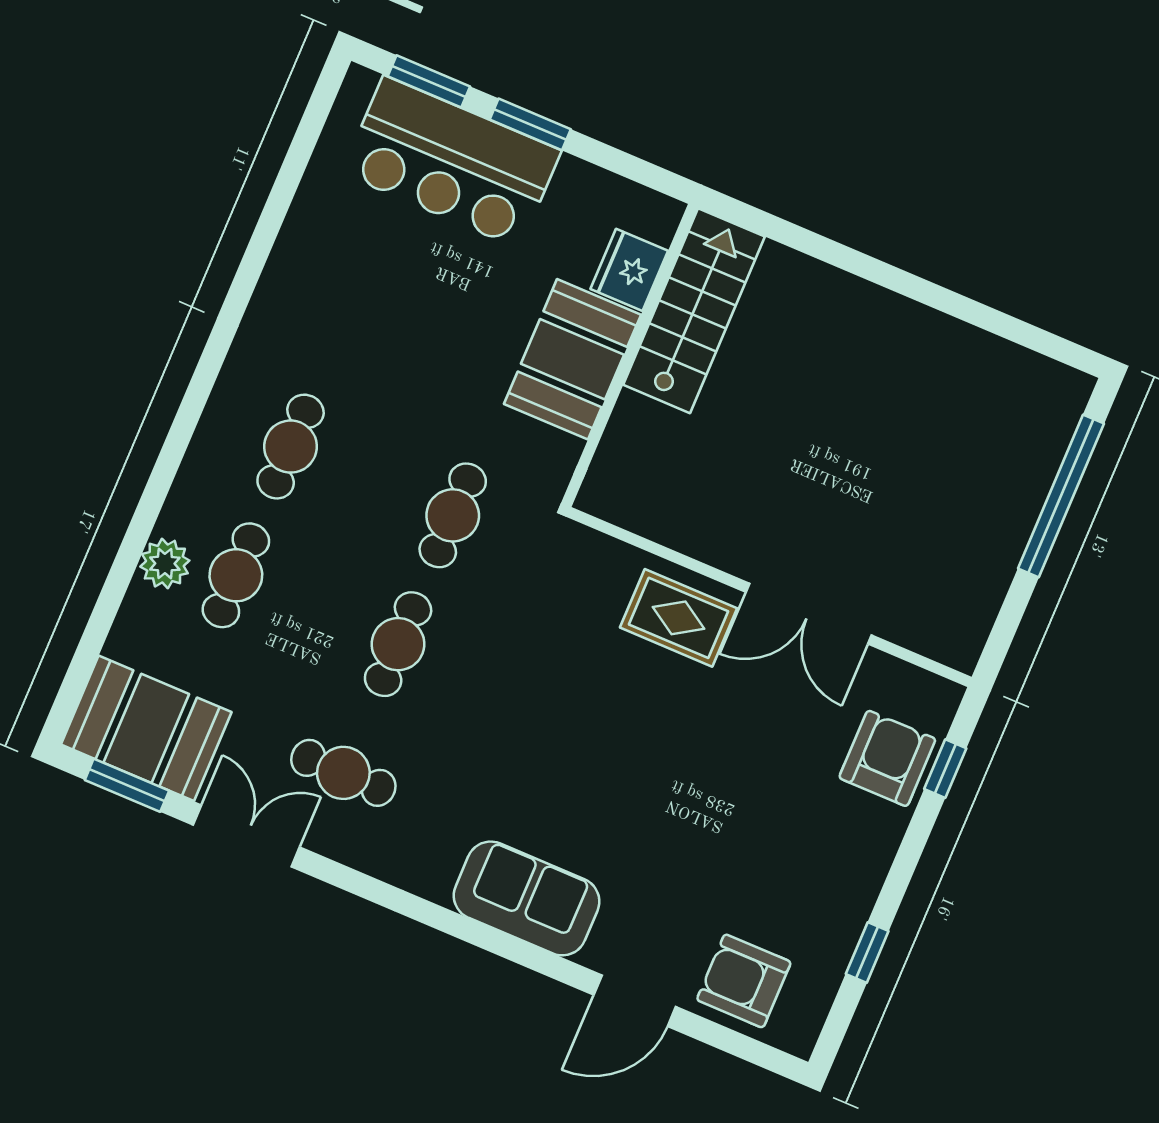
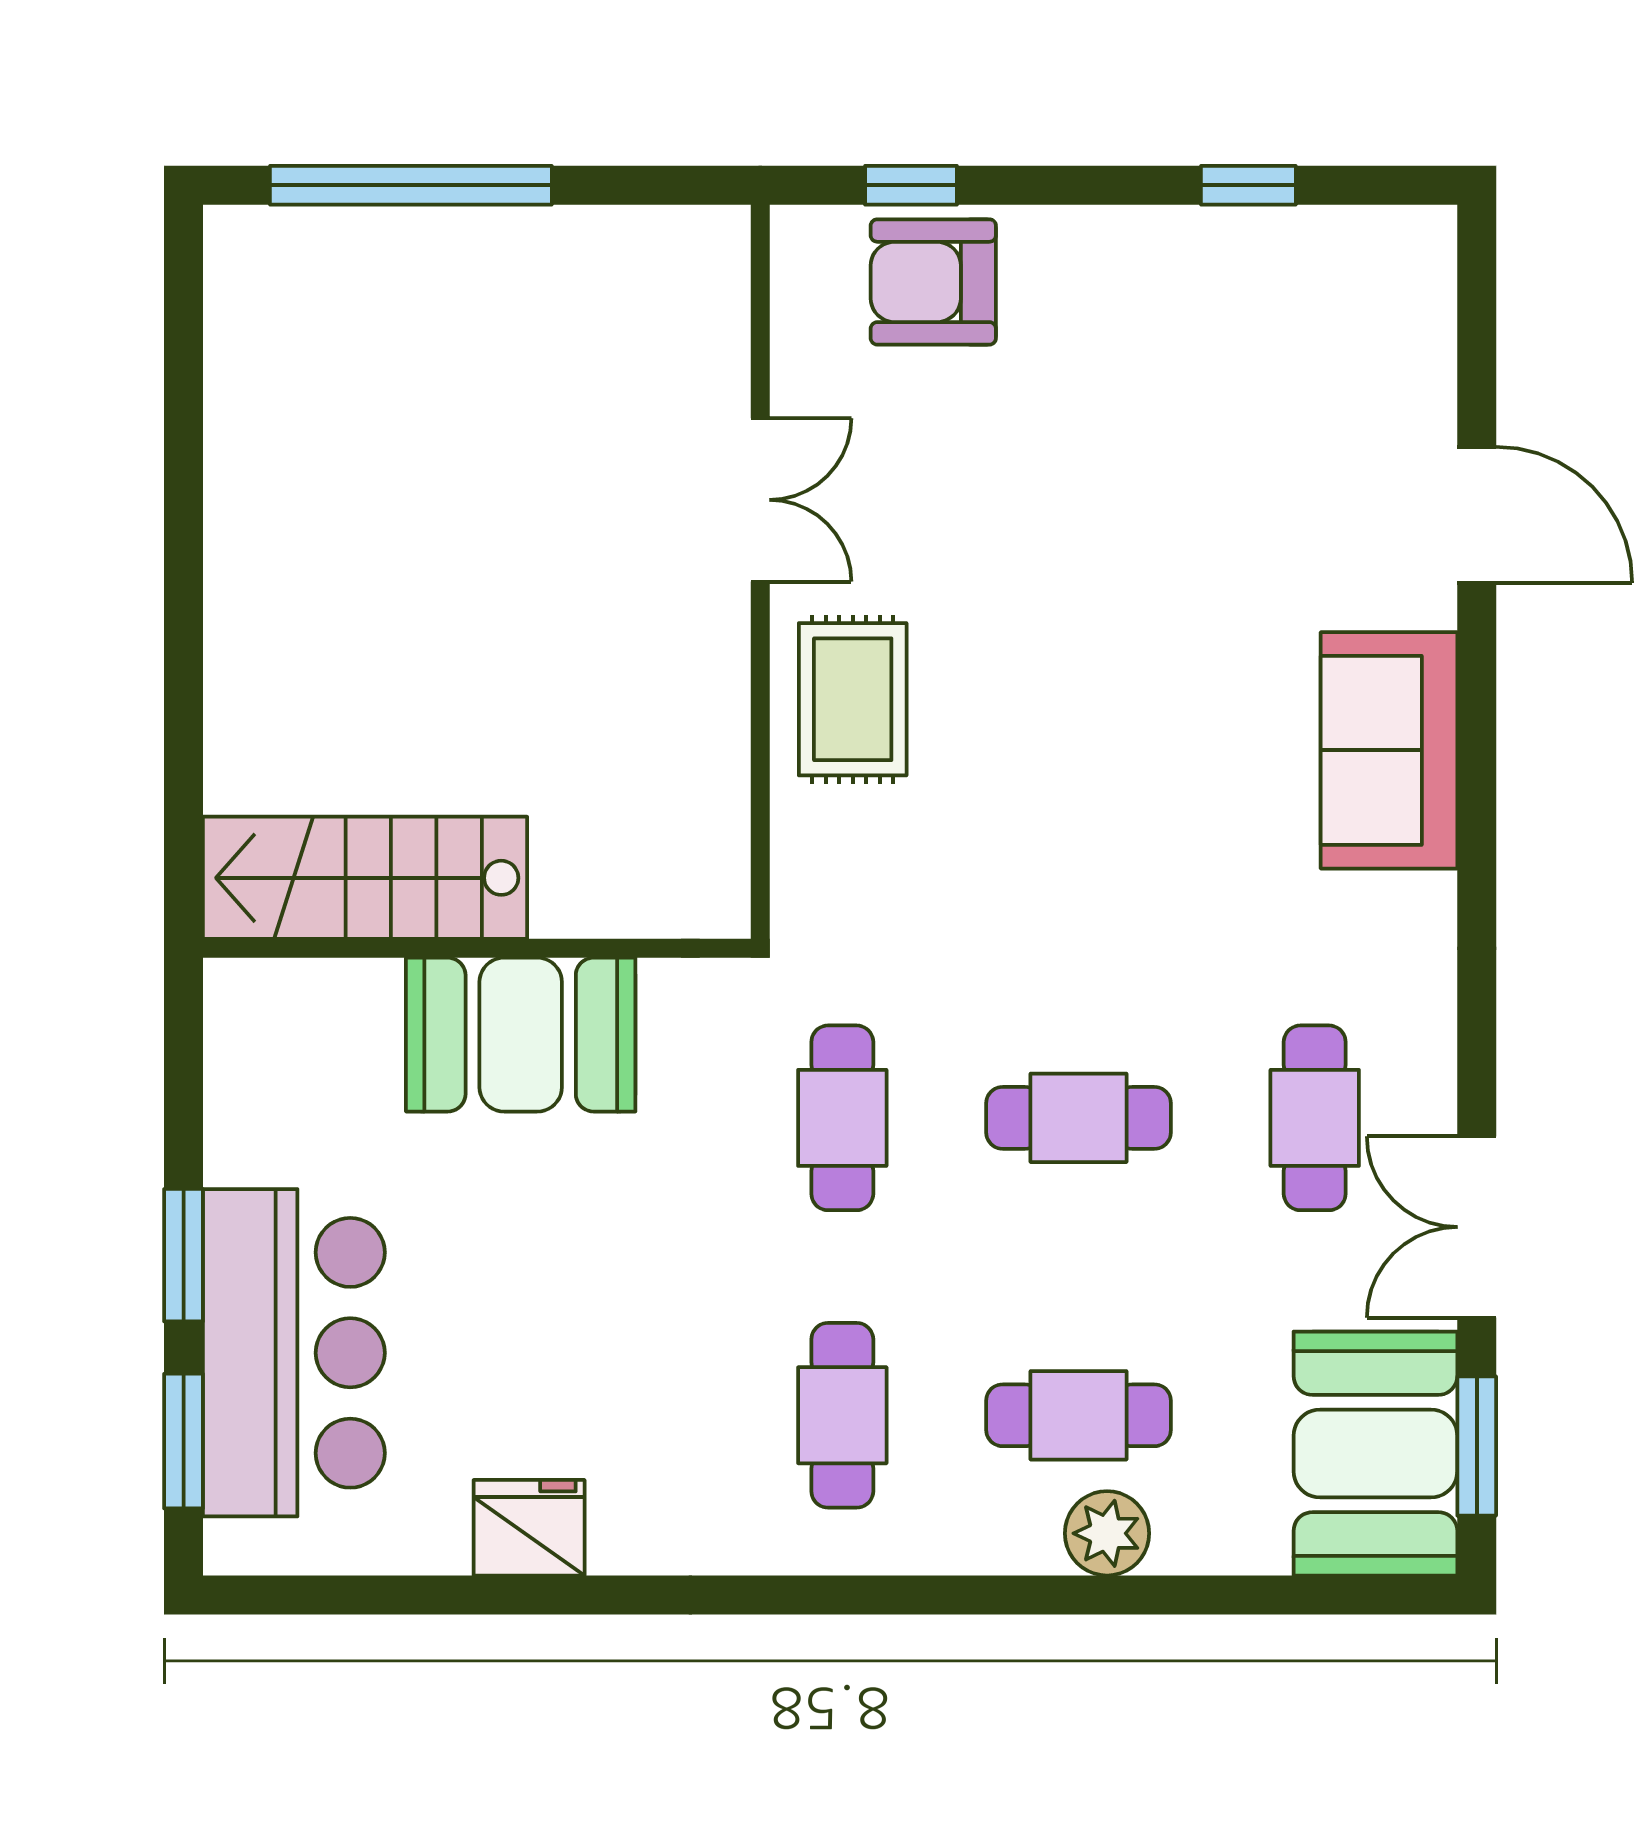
fridge: (629, 270) -> (529, 1528), moved, turned 180
cafe table: (291, 447) -> (842, 1415), turned 90
cafe table: (453, 515) -> (842, 1118), turned 90
double door: (809, 614) -> (760, 500), width x0.73
armchair: (744, 981) -> (1374, 358), removed

